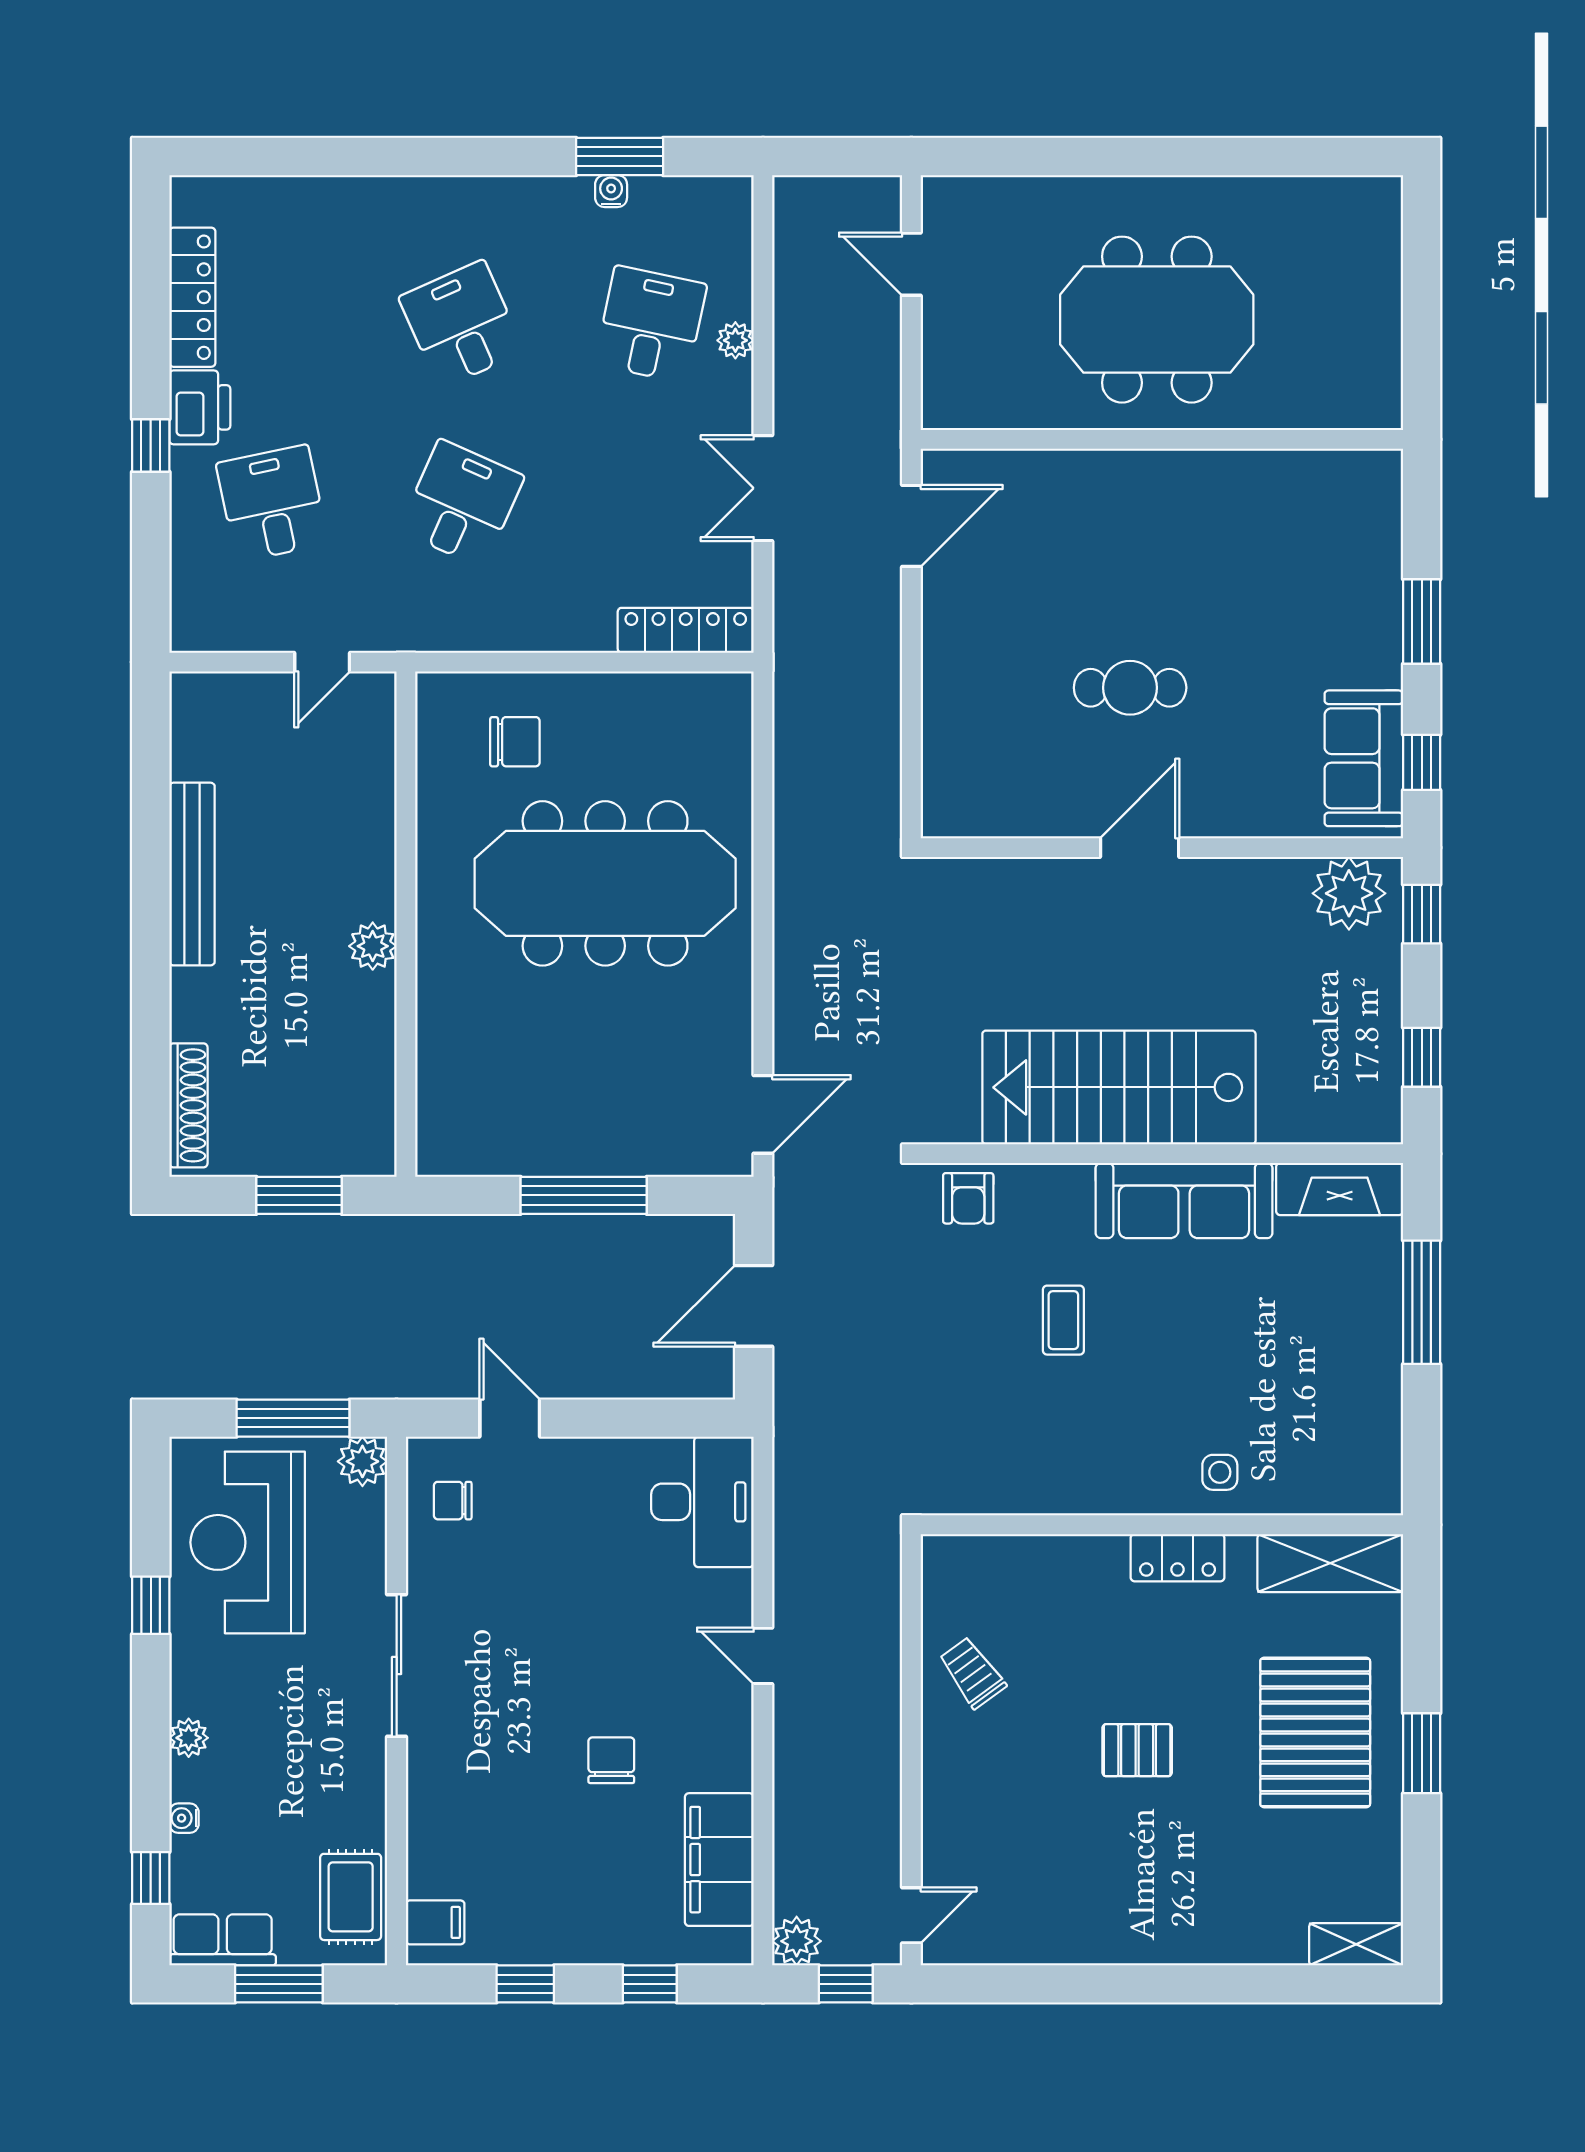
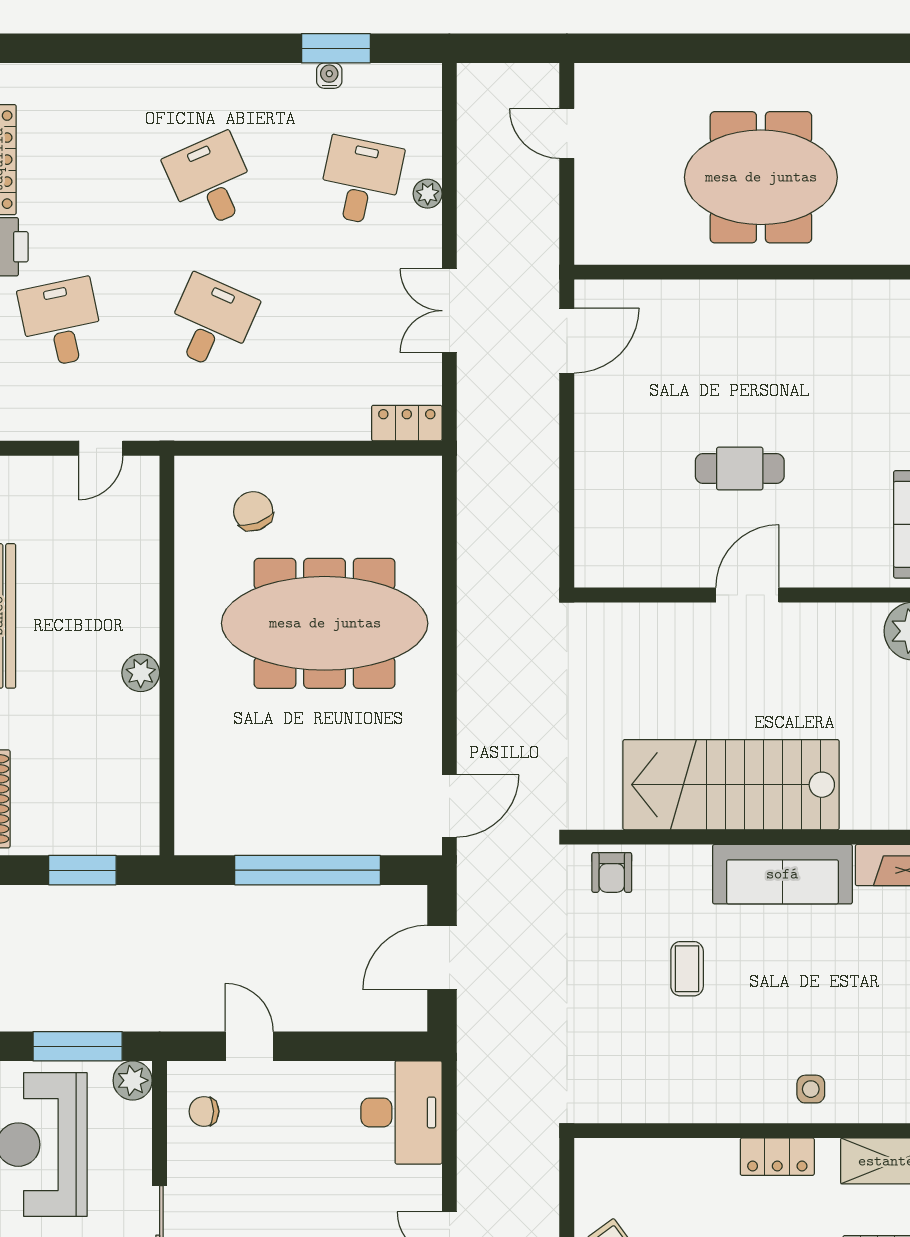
locker: (686, 630) -> (407, 423), width x0.66
chair: (515, 742) -> (253, 511), turned -110
window: (584, 1195) -> (308, 870), width x1.46

